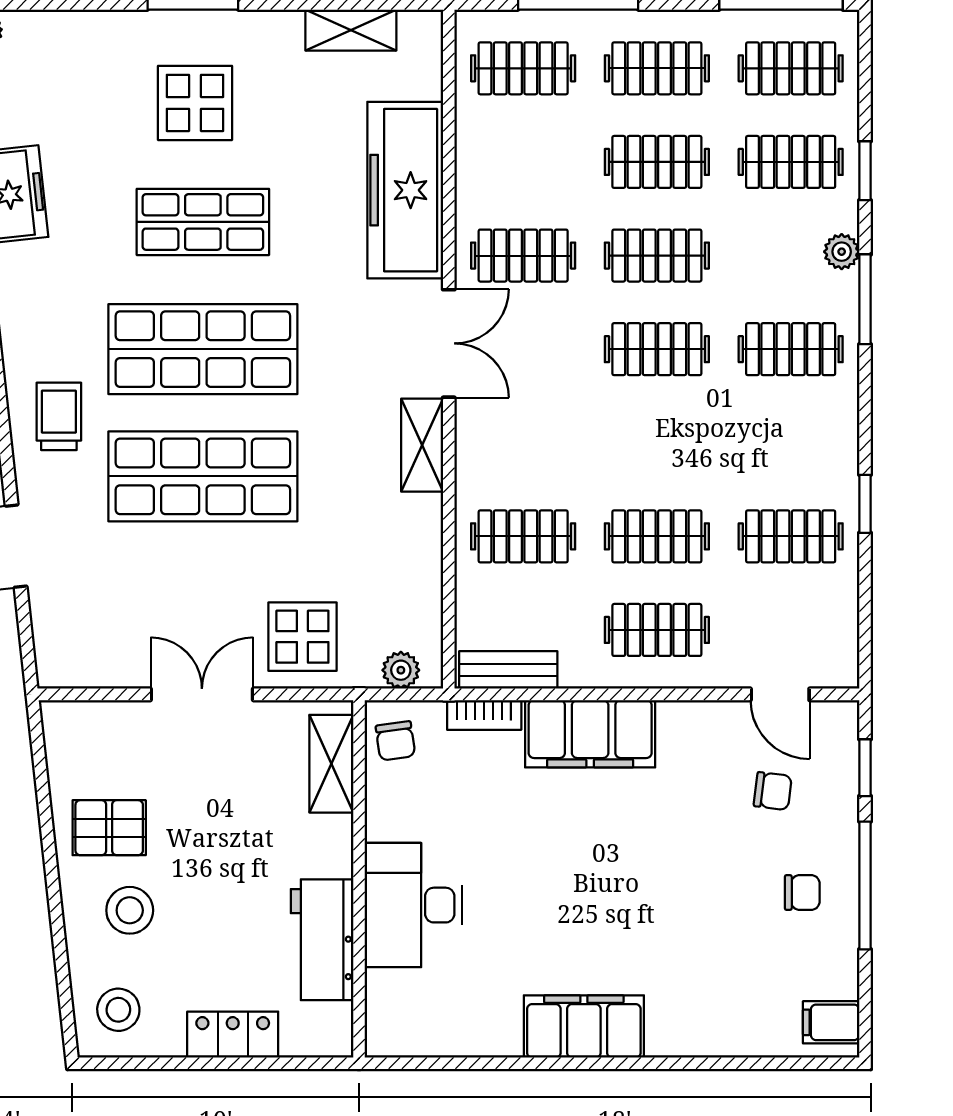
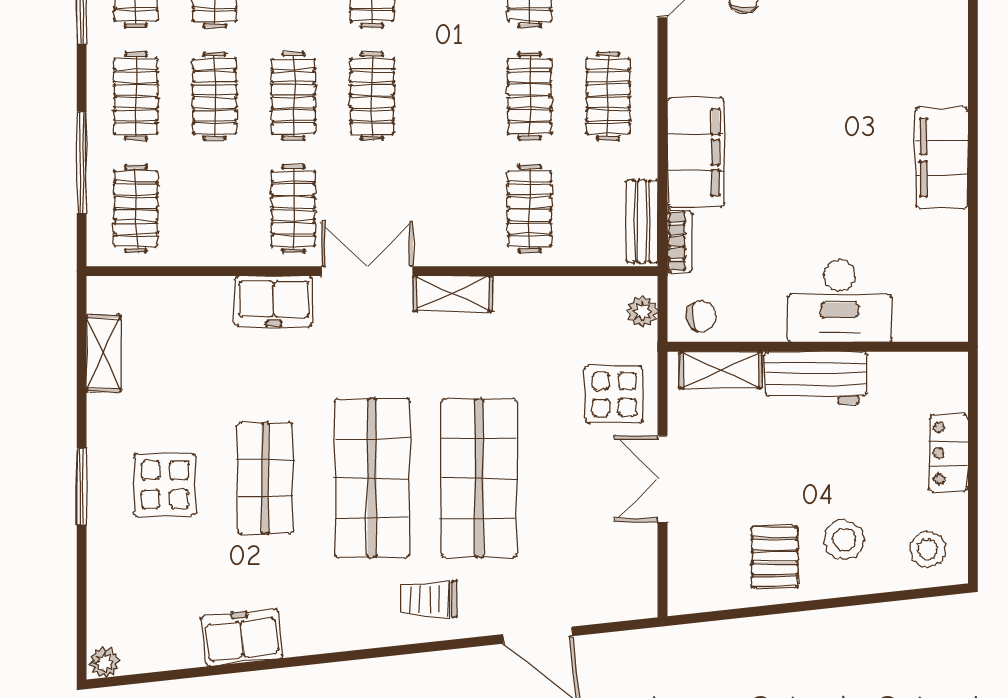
freezer: (405, 190) -> (274, 301), width x0.52, depth x0.79
workbench: (322, 940) -> (816, 378), moved

